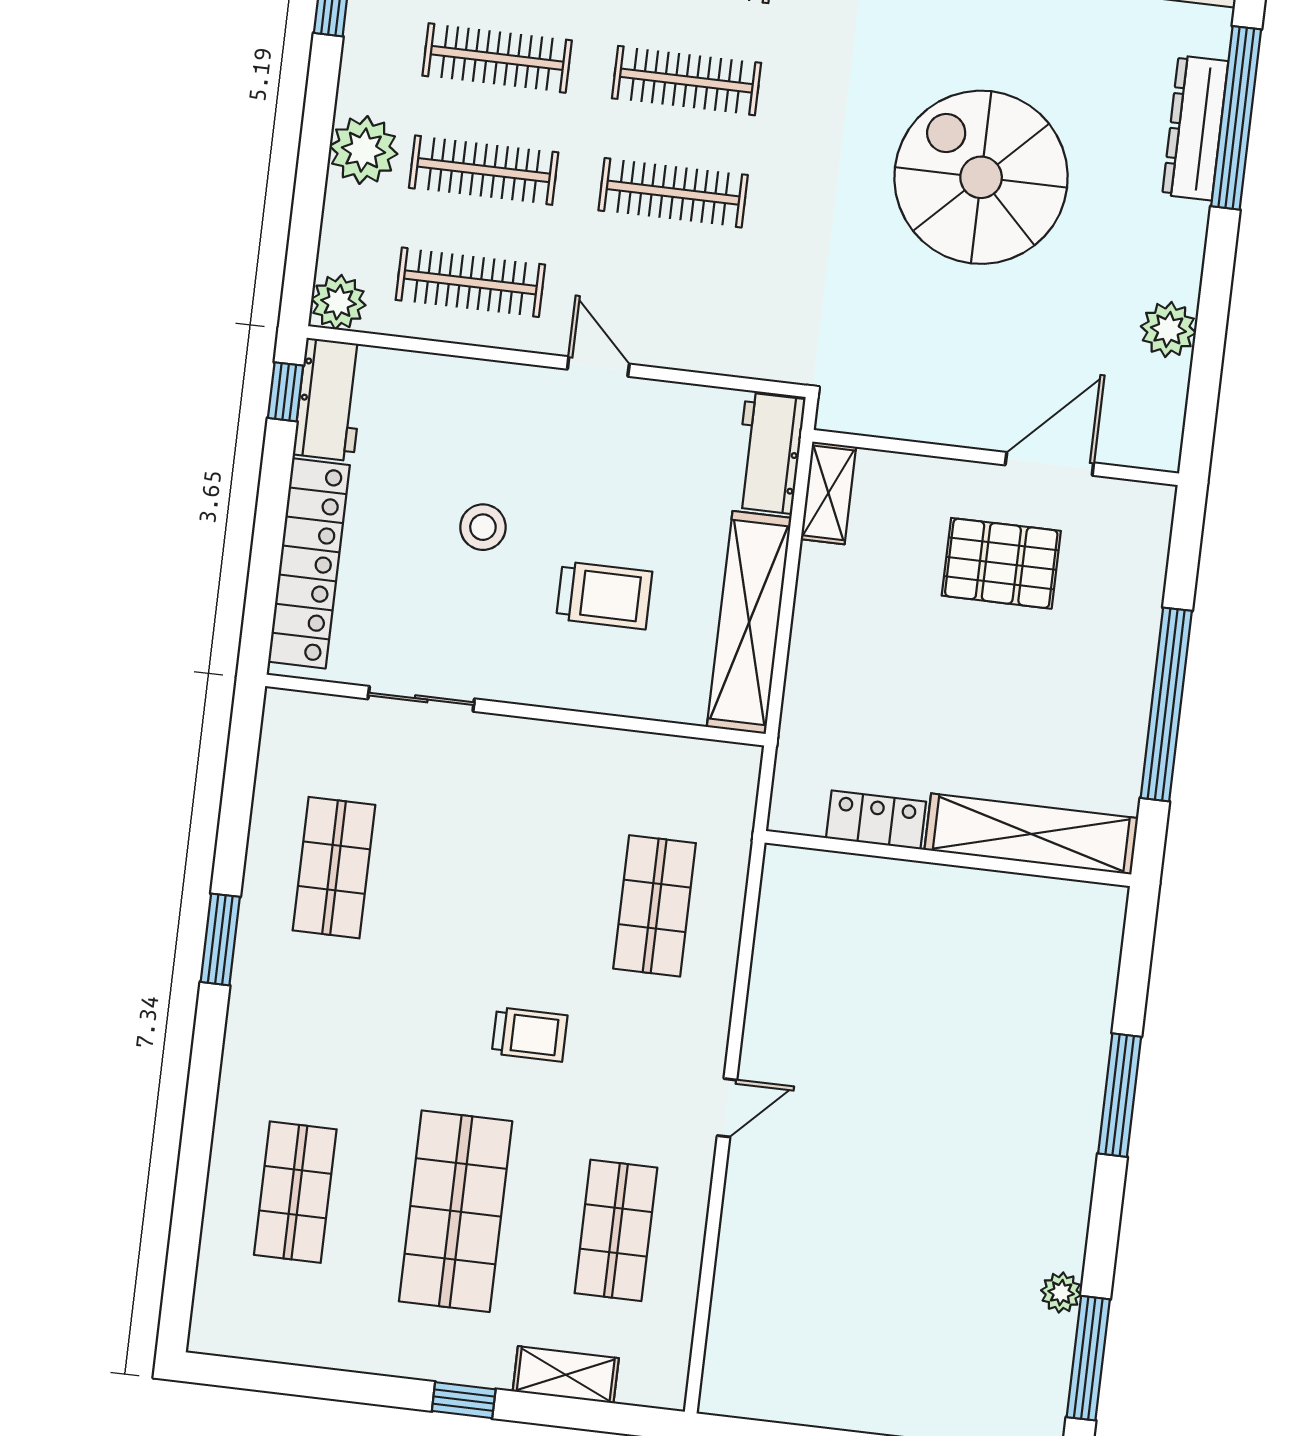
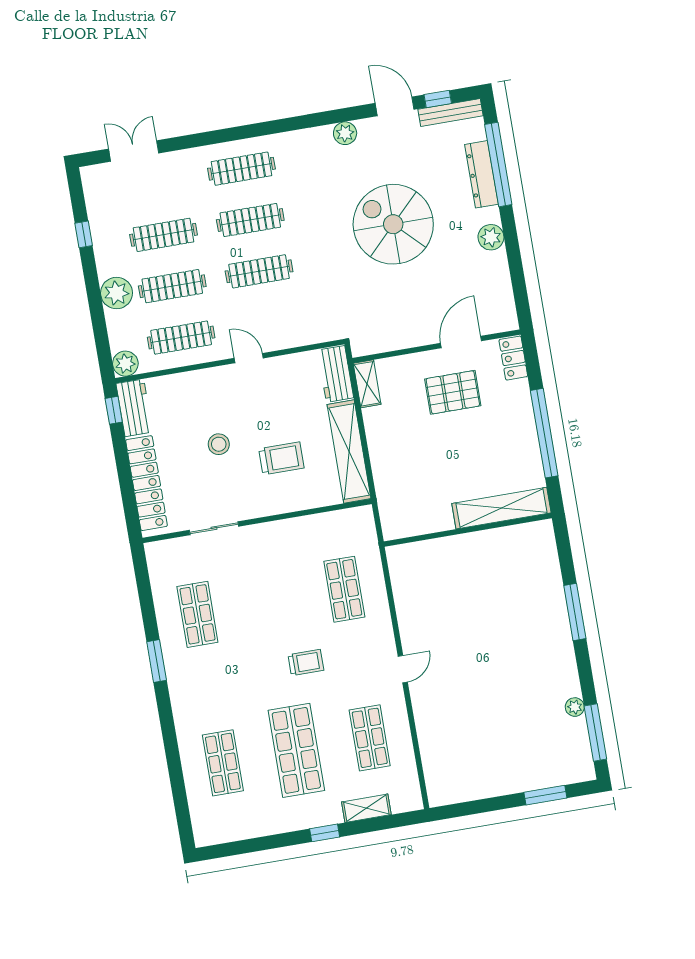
plant: (1168, 329) -> (491, 237), moved
locker: (876, 820) -> (513, 358), moved, turned -90

